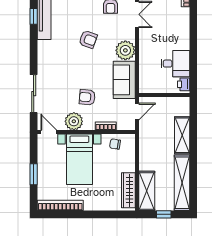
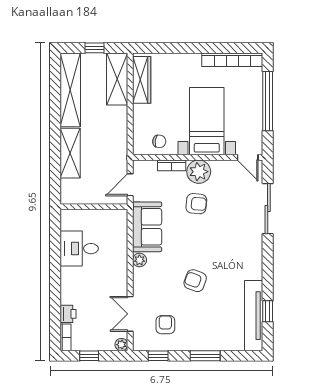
plant: (125, 50) -> (139, 260), width x0.53, depth x0.53
printer: (184, 84) -> (68, 314), moved
plant: (74, 121) -> (199, 172), moved
window: (34, 174) -> (268, 101), width x2.11

